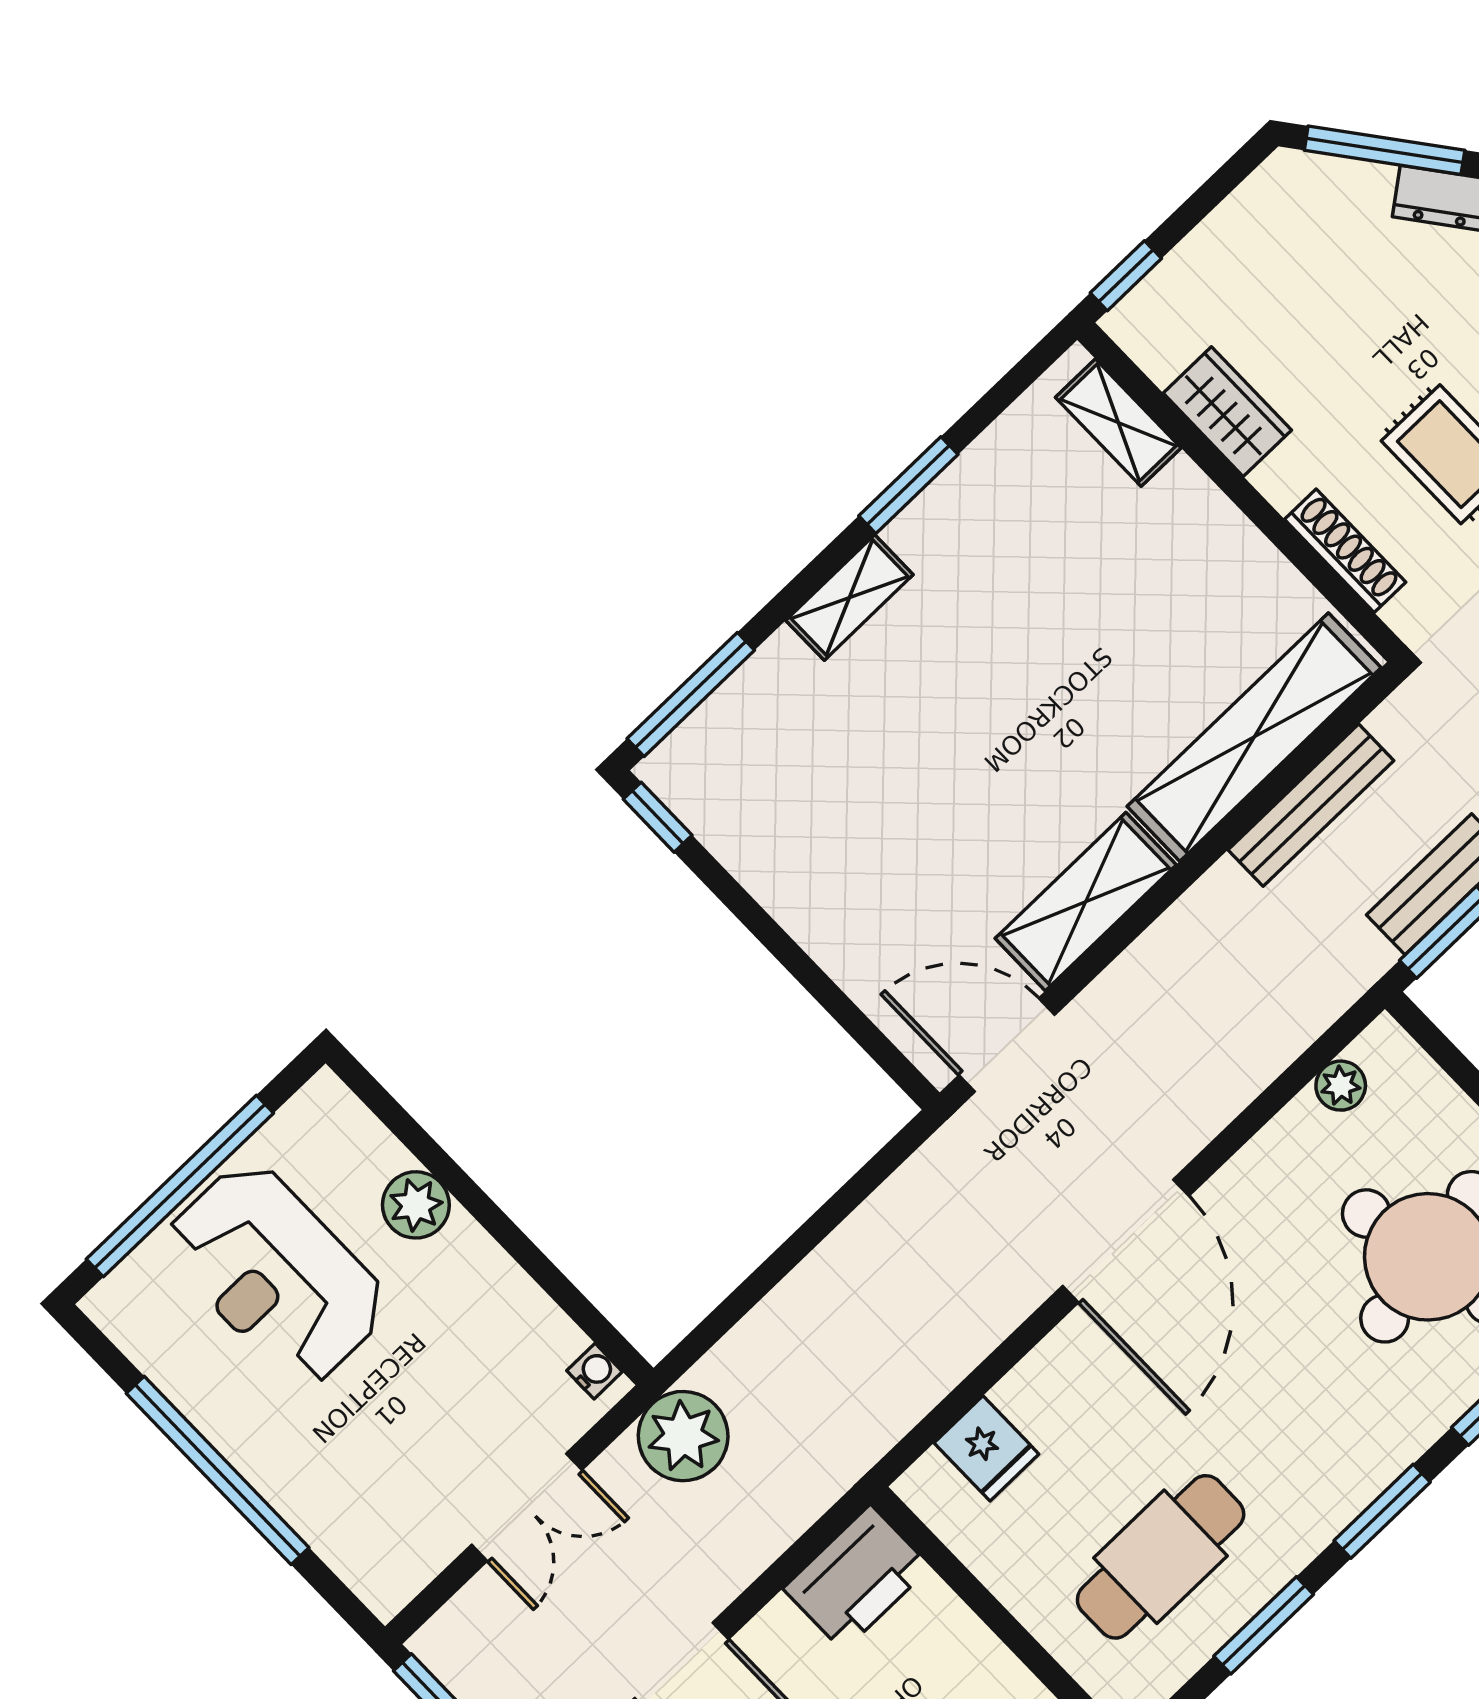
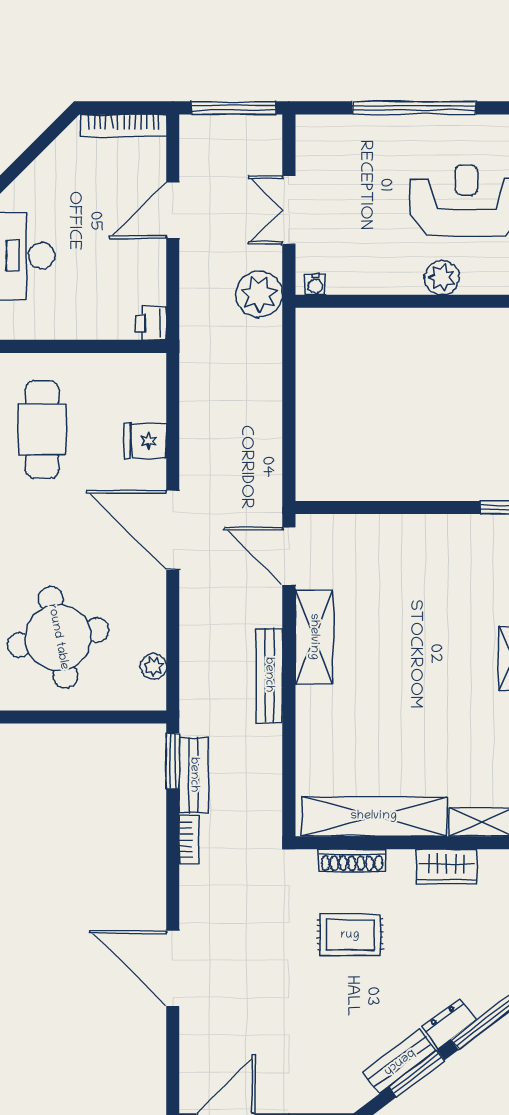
shelving: (1254, 737) -> (374, 816), moved, turned 90
bench: (1311, 805) -> (269, 675), moved
door: (1007, 1045) -> (289, 556), swing flipped
fridge: (986, 1448) -> (145, 441), moved
printer: (857, 1578) -> (151, 323), width x0.53, depth x0.68

